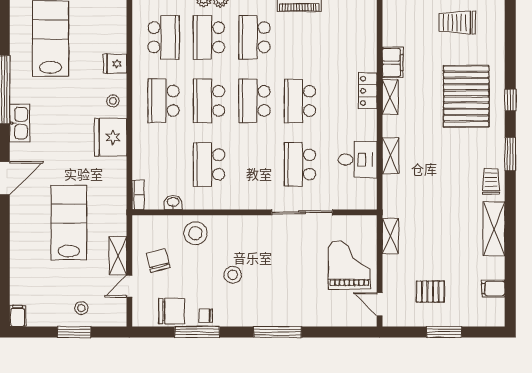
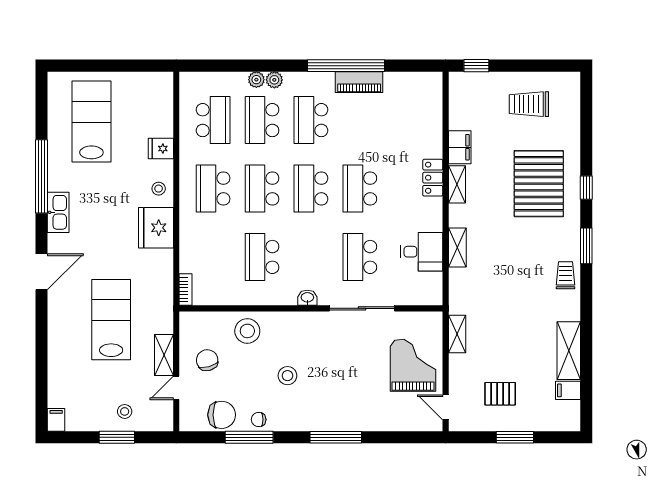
washbasin: (173, 202) -> (307, 298), moved
shelving: (494, 229) -> (569, 351), moved

